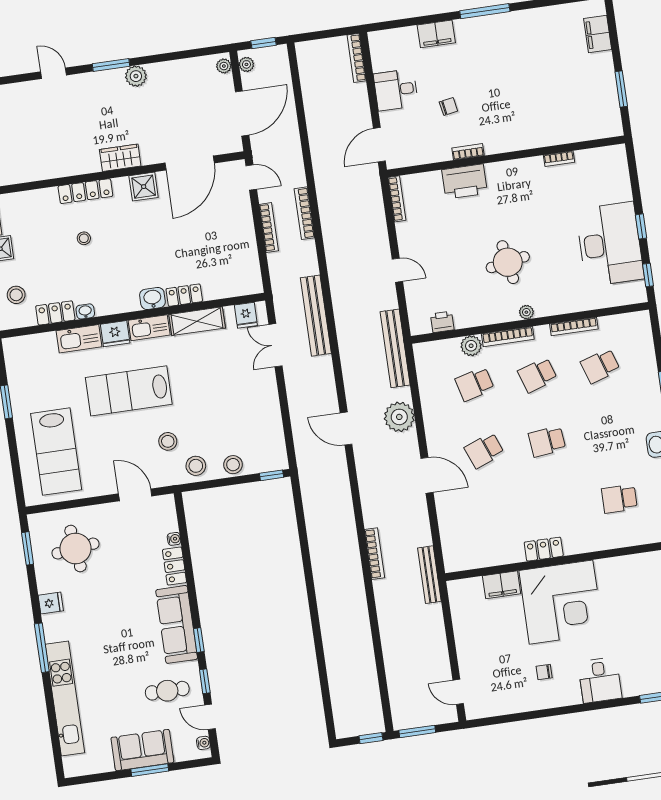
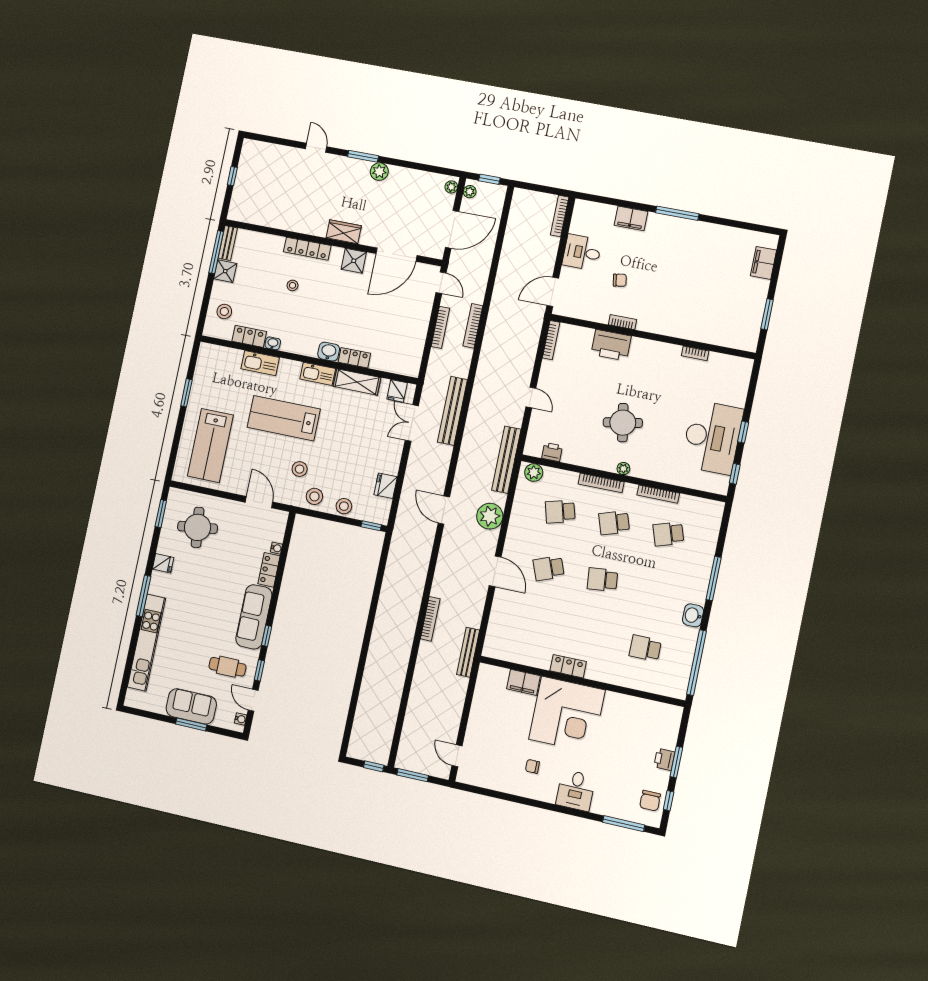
fridge: (115, 334) -> (386, 486), moved, turned 90
plant: (471, 346) -> (534, 473), moved

